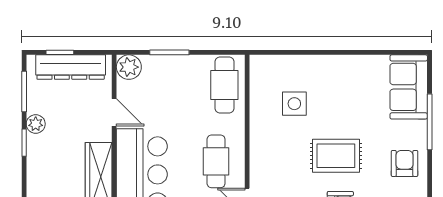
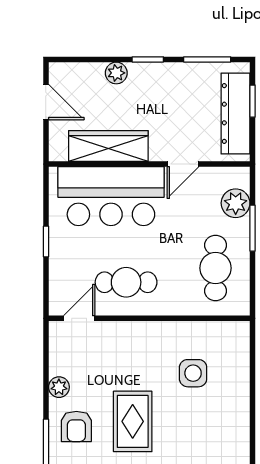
plant: (129, 67) -> (236, 203), moved
cafe table: (224, 85) -> (216, 268), moved, turned 90
plant: (36, 124) -> (116, 73), moved

